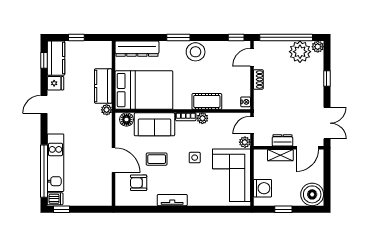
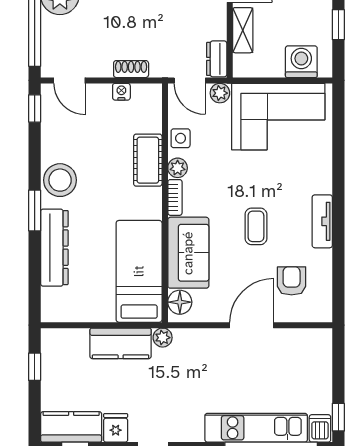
window: (76, 37) -> (35, 367), moved
dresser: (137, 49) -> (54, 248), moved
shoe rack: (258, 79) -> (131, 69), moved
bed: (144, 90) -> (139, 271), width x0.67
nightstand: (246, 102) -> (121, 92), moved
dresser: (282, 140) -> (217, 59), moved
side table: (195, 158) -> (181, 138), moved
coffee table: (157, 159) -> (256, 226), moved
armchair: (139, 183) -> (292, 281), turned 180

